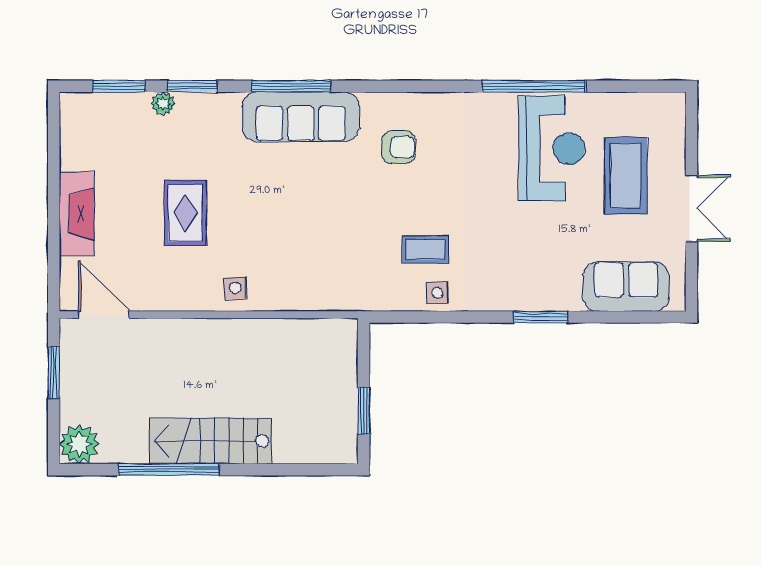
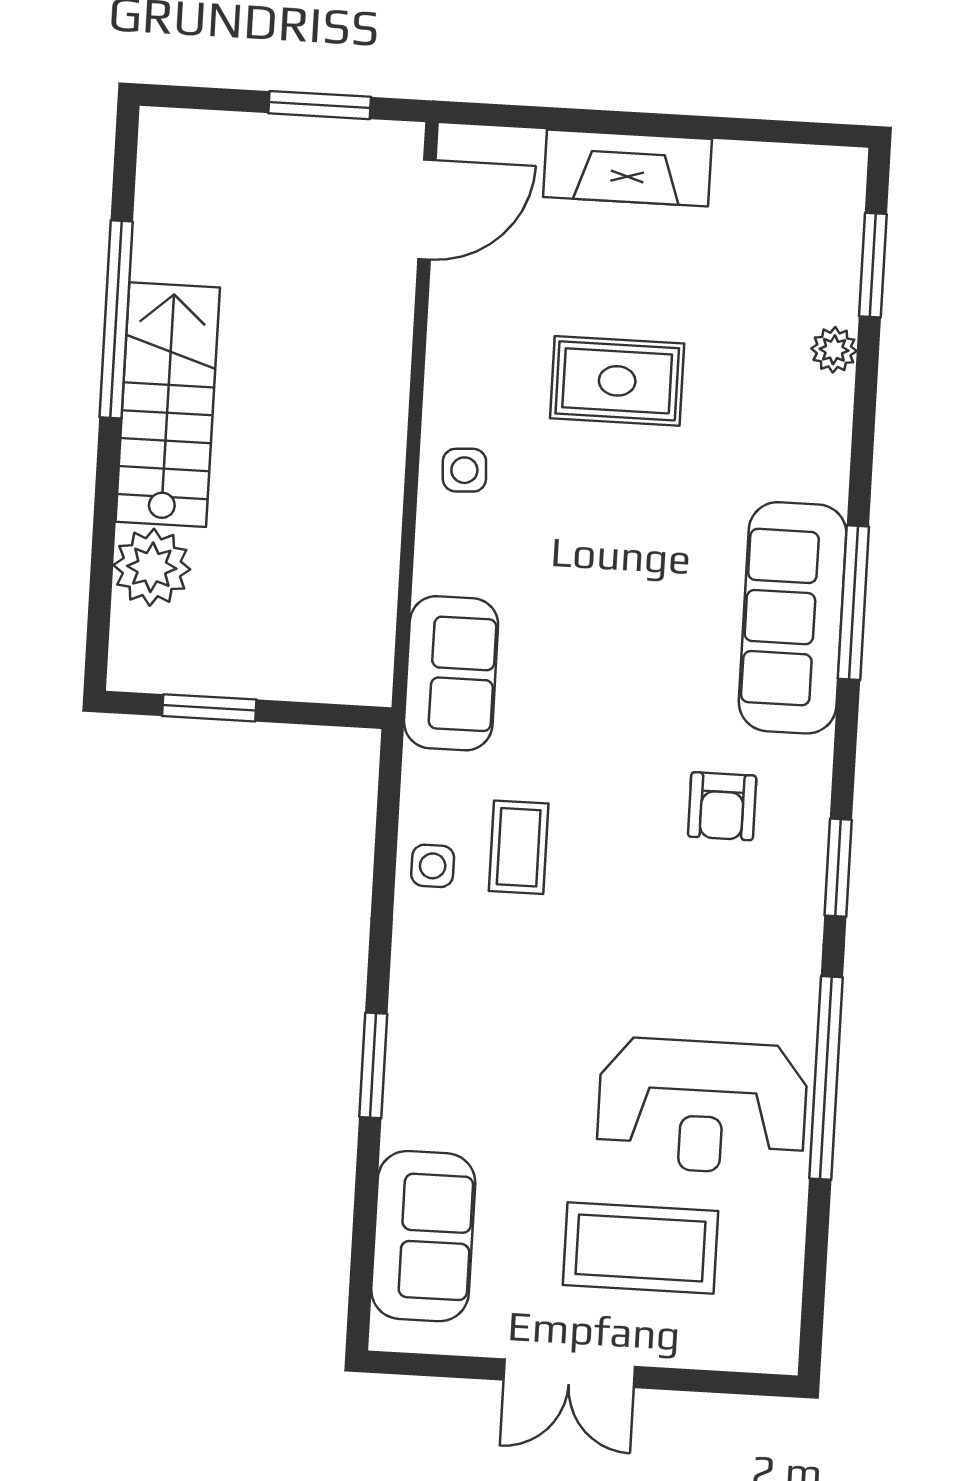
window: (192, 86) -> (838, 868), moved
sofa: (339, 289) -> (451, 673), added
plant: (79, 444) -> (152, 567), moved

